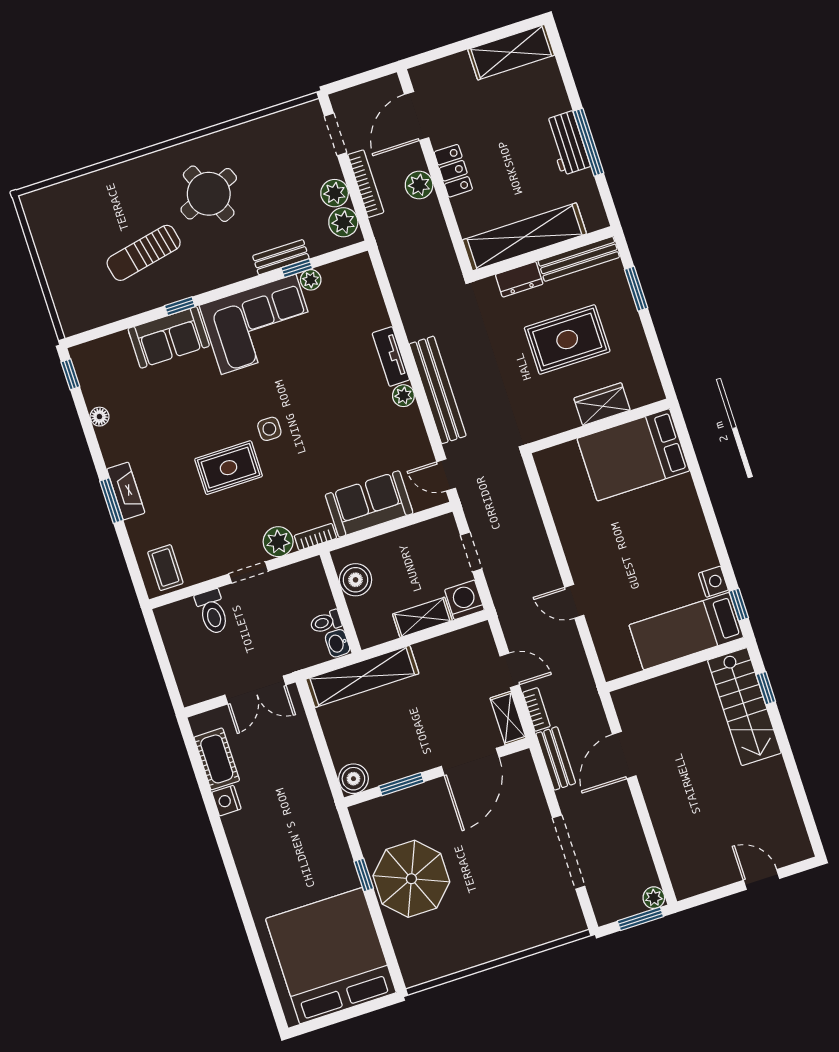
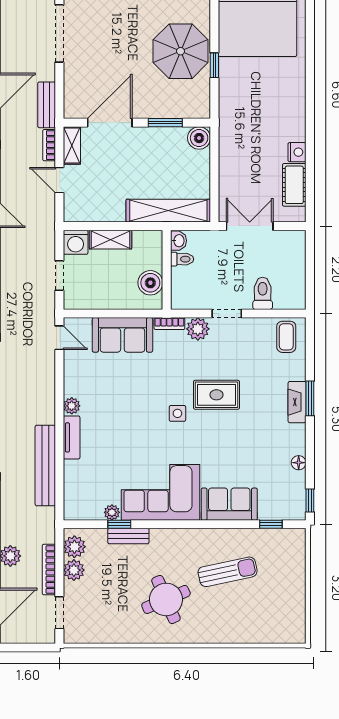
window: (180, 306) -> (271, 524), moved
bench: (438, 390) -> (45, 465), moved

